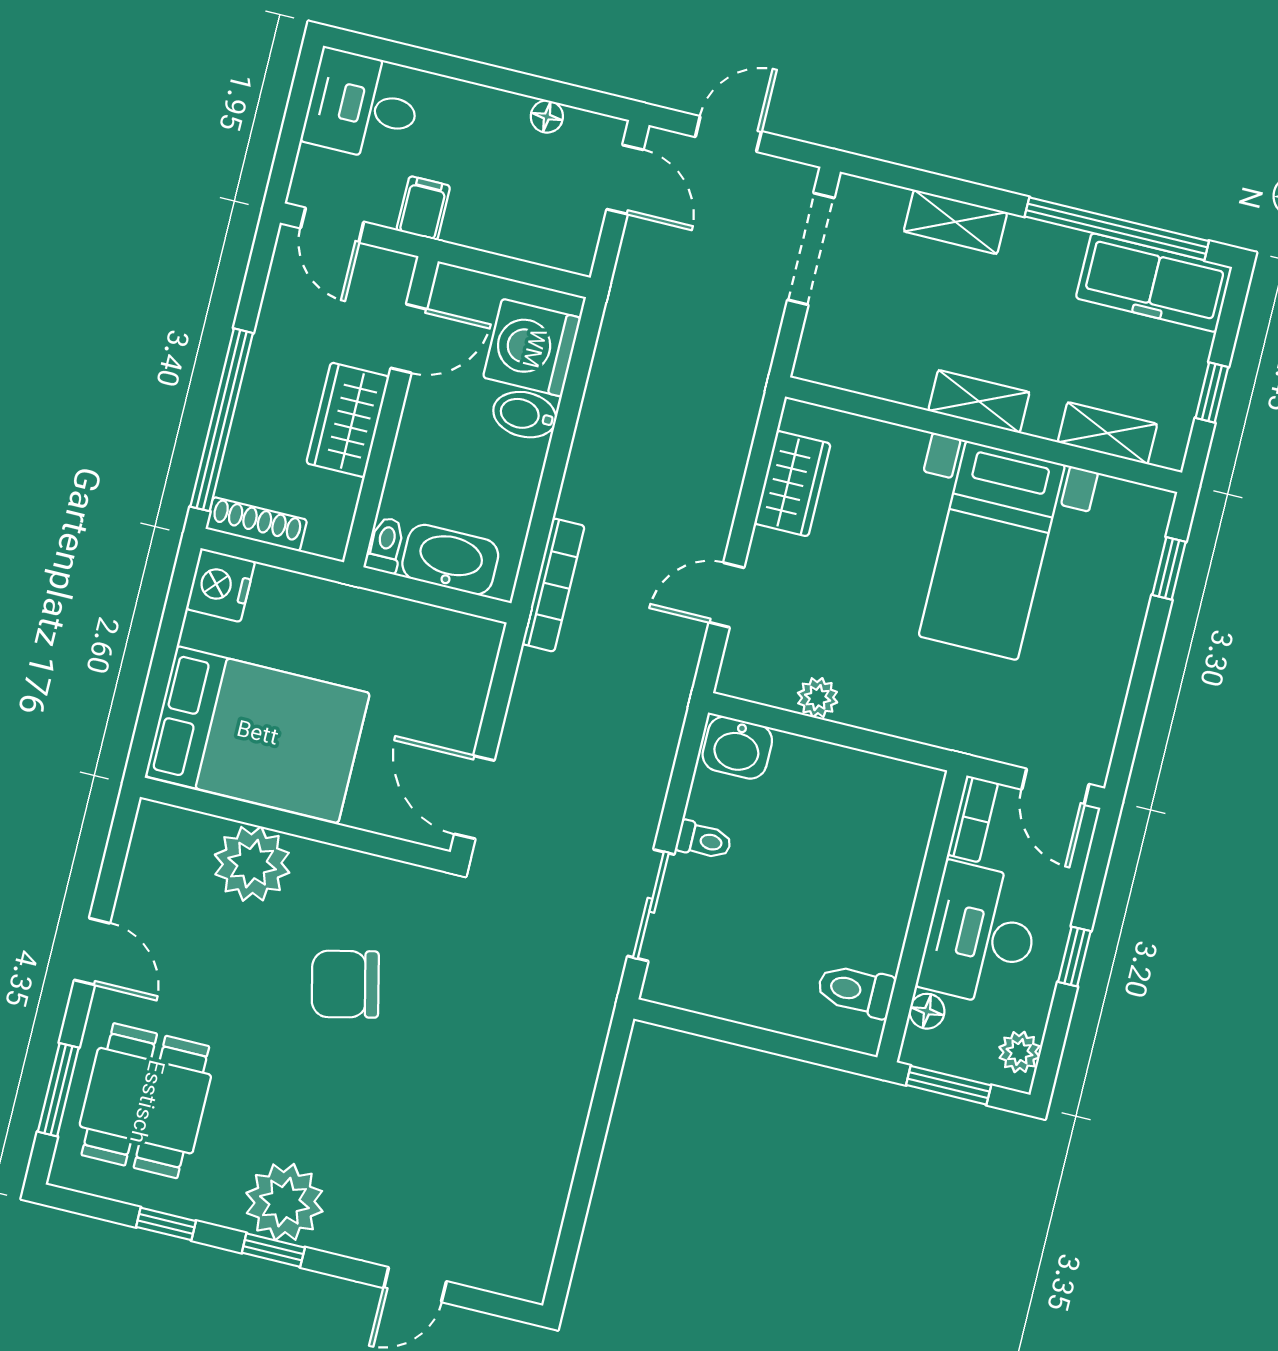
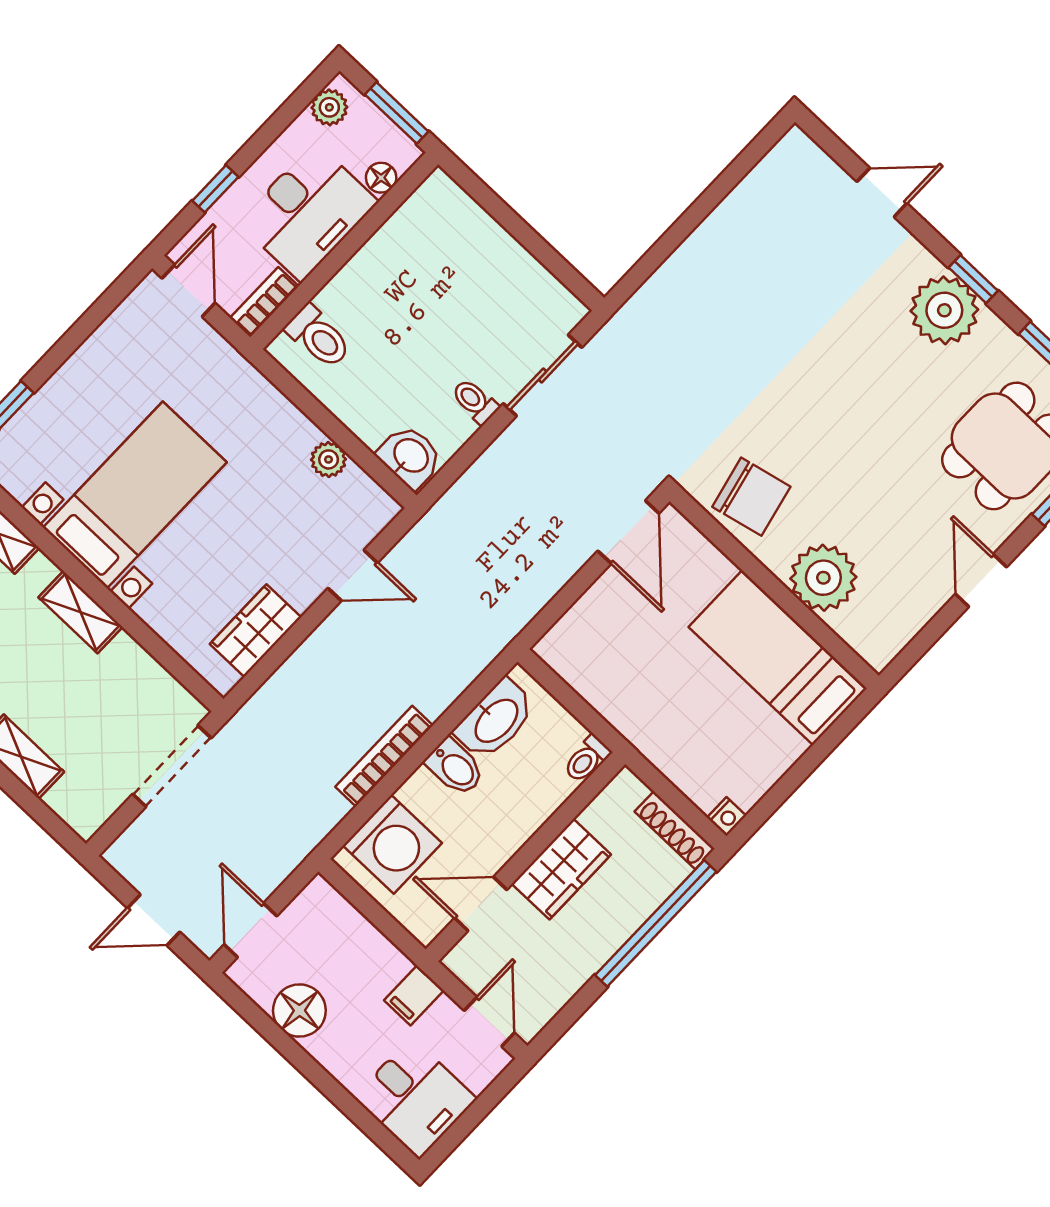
floor lamp: (547, 117) -> (299, 1010), width x1.89, depth x1.89
doorway: (811, 249) -> (172, 766), moved
bidet: (525, 415) -> (455, 767), moved
washbasin: (450, 560) -> (495, 720), moved, turned -90
nightstand: (220, 585) -> (727, 817), width x0.53, depth x0.56
bookcase: (553, 585) -> (384, 756), moved
bed: (257, 735) -> (777, 658), width x0.67
window: (1074, 956) -> (215, 189), moved
chair: (345, 984) -> (751, 497), moved
toilet: (856, 990) -> (318, 337), moved

